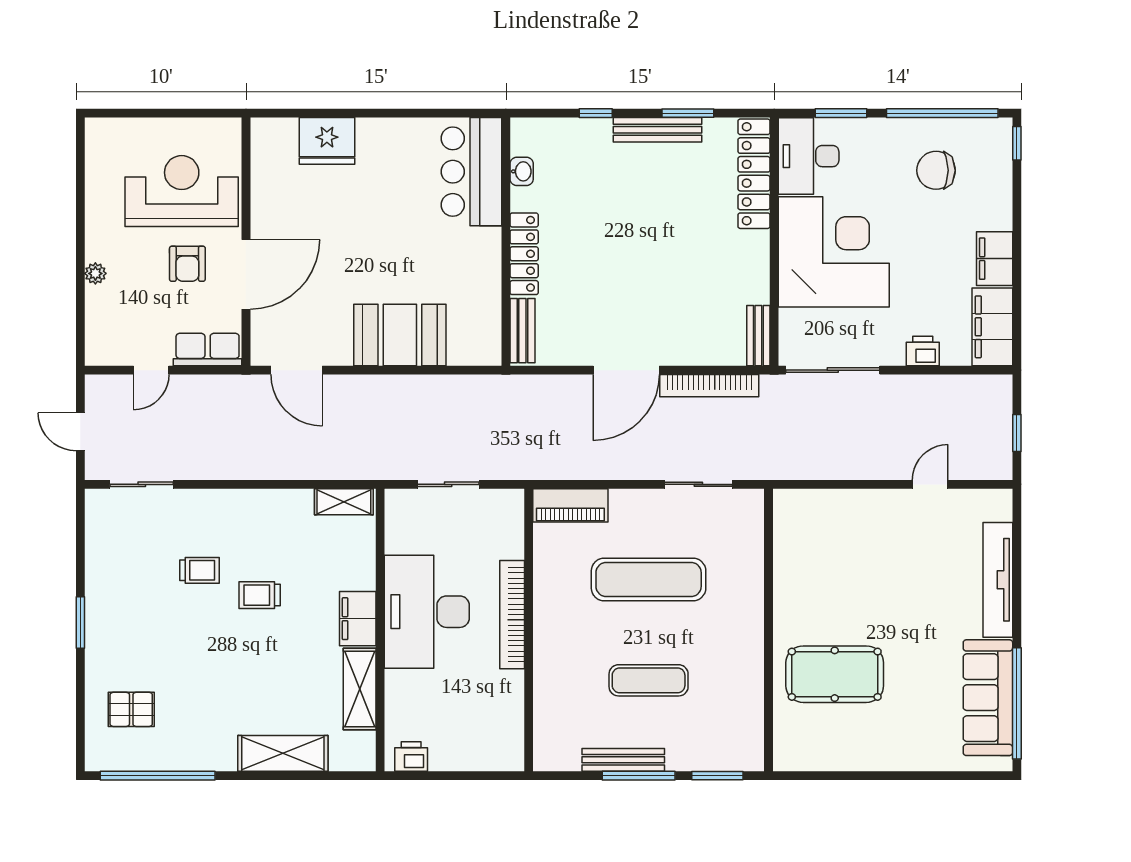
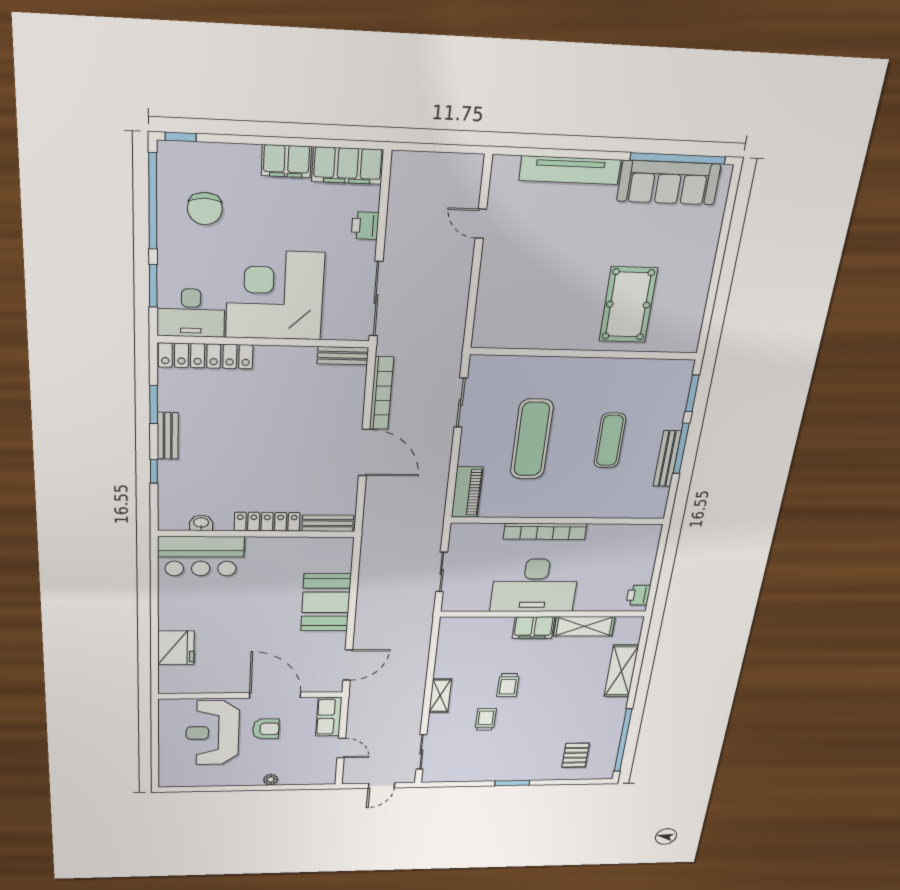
bench: (658, 130) -> (168, 436), width x0.73
window: (1017, 433) -> (444, 148), removed
shelving: (344, 502) -> (440, 696), moved

